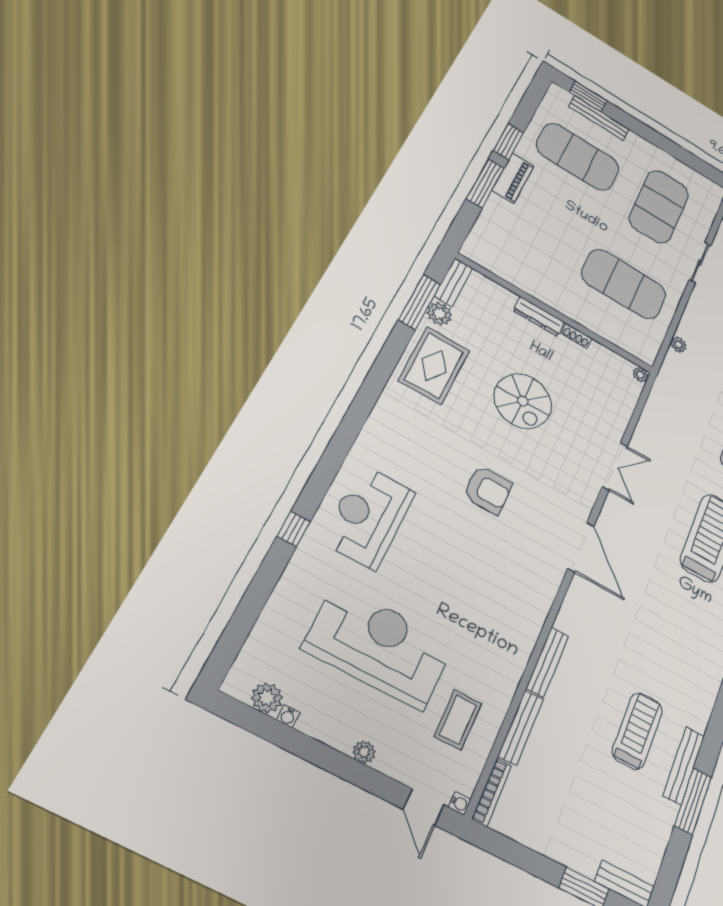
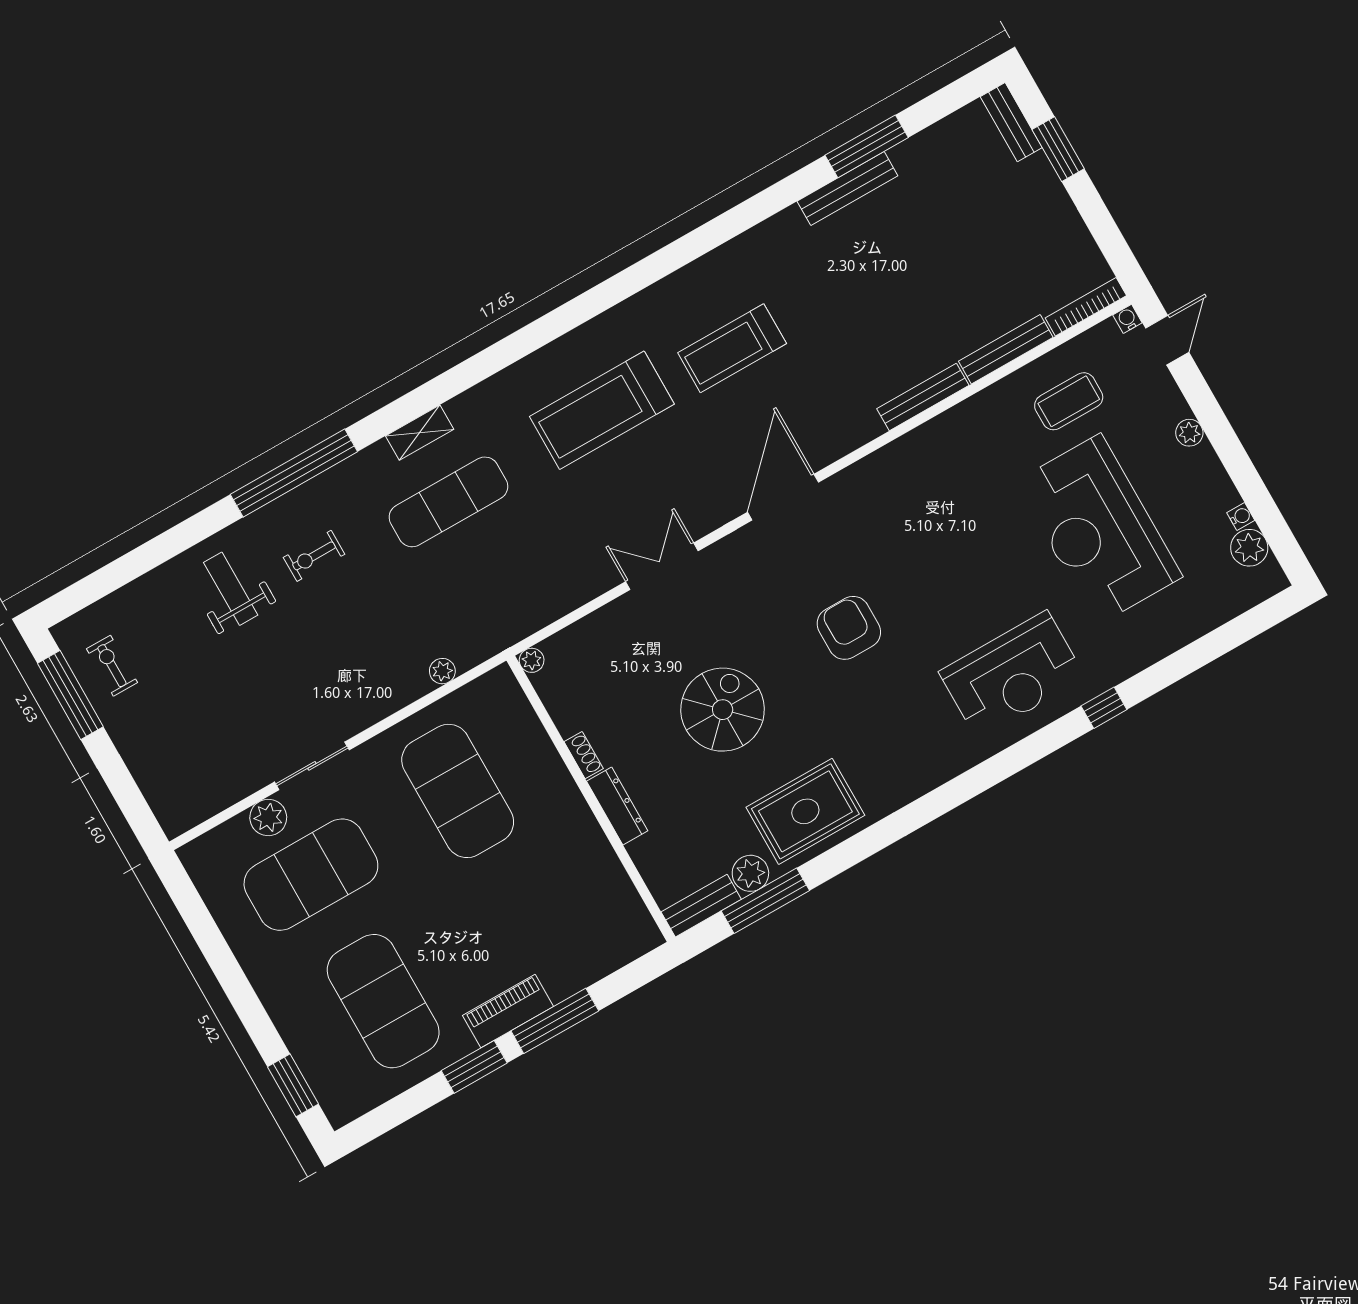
bench: (599, 118) -> (301, 1045), removed
plant: (699, 226) -> (268, 818), added
treadmill: (638, 731) -> (732, 348), moved

